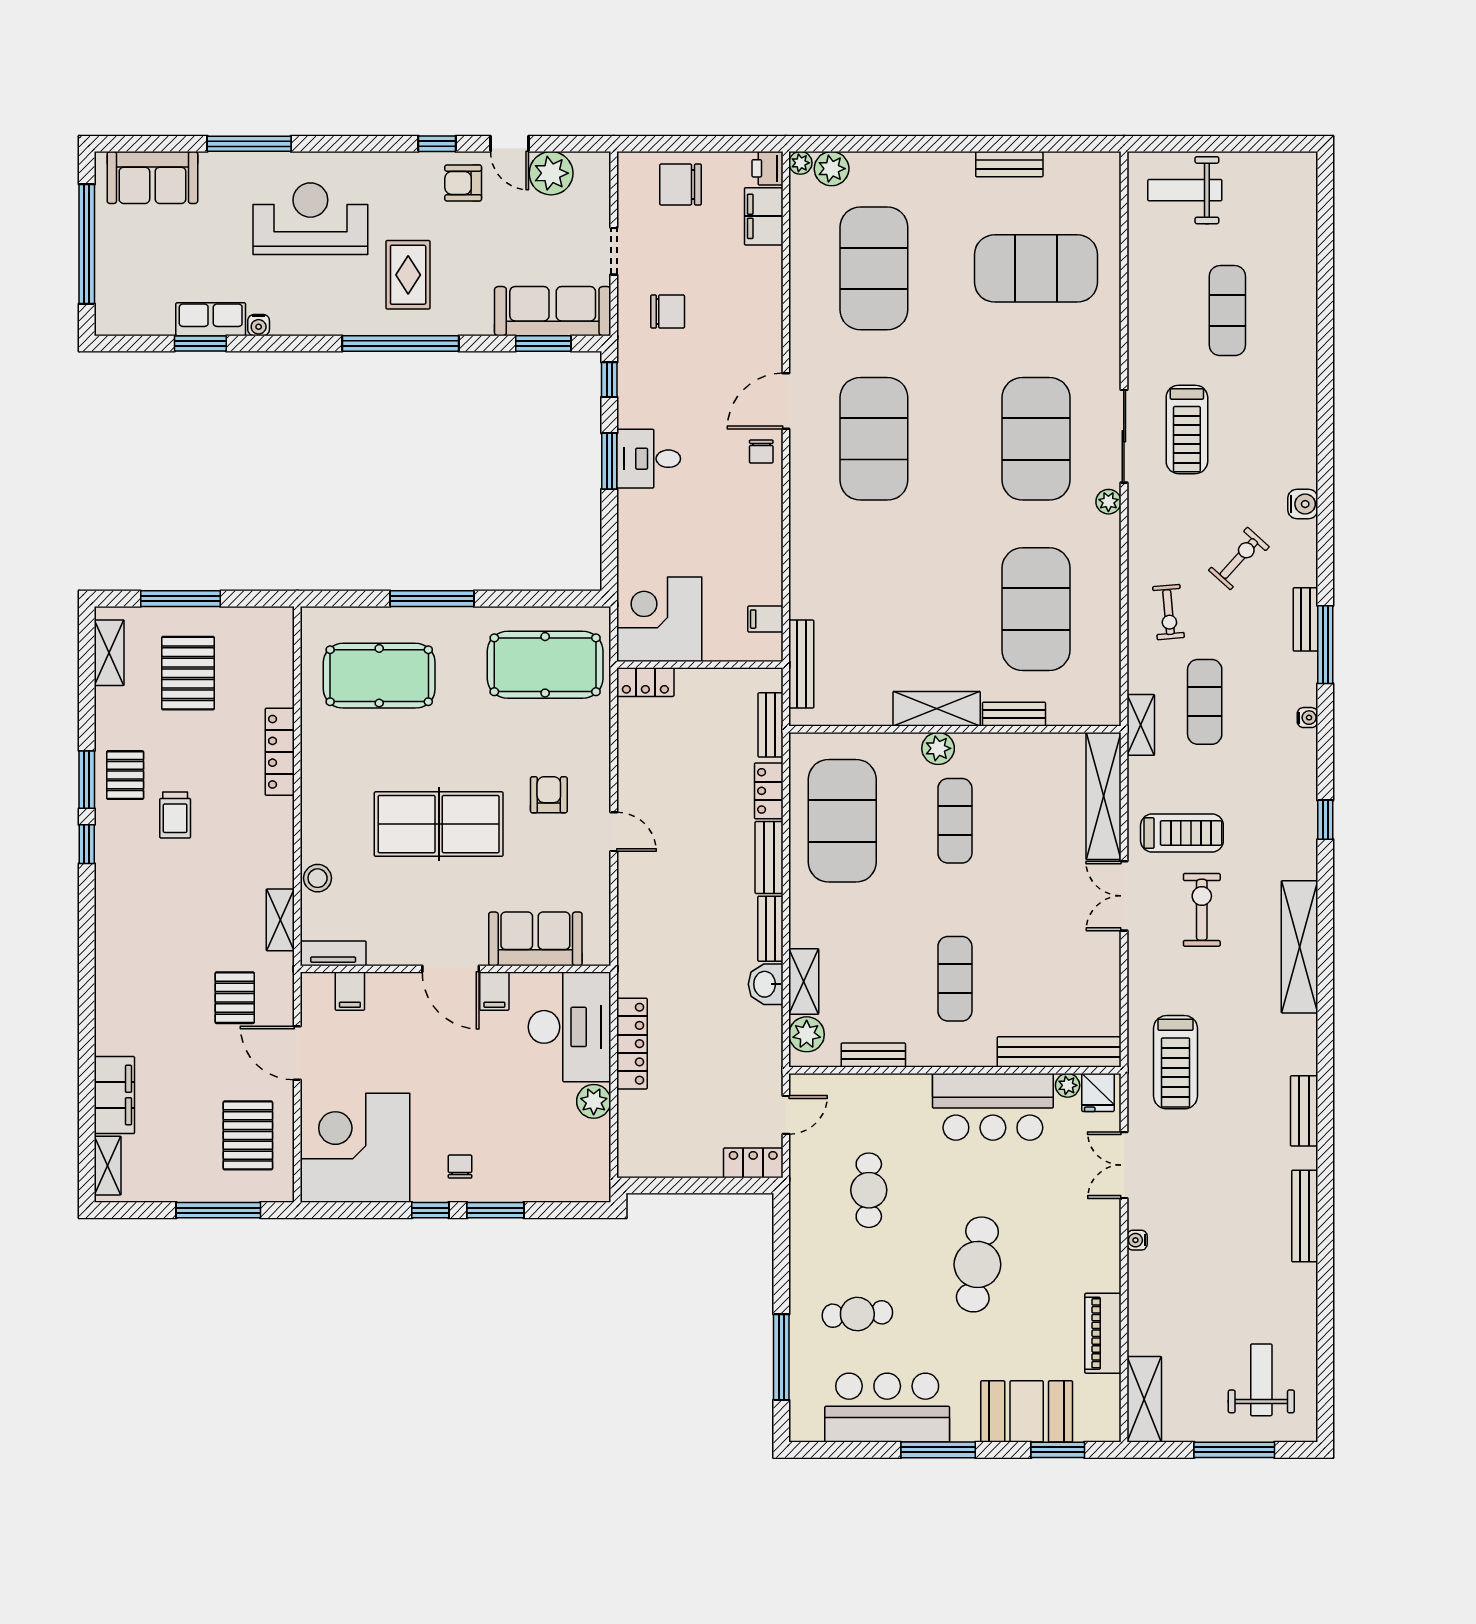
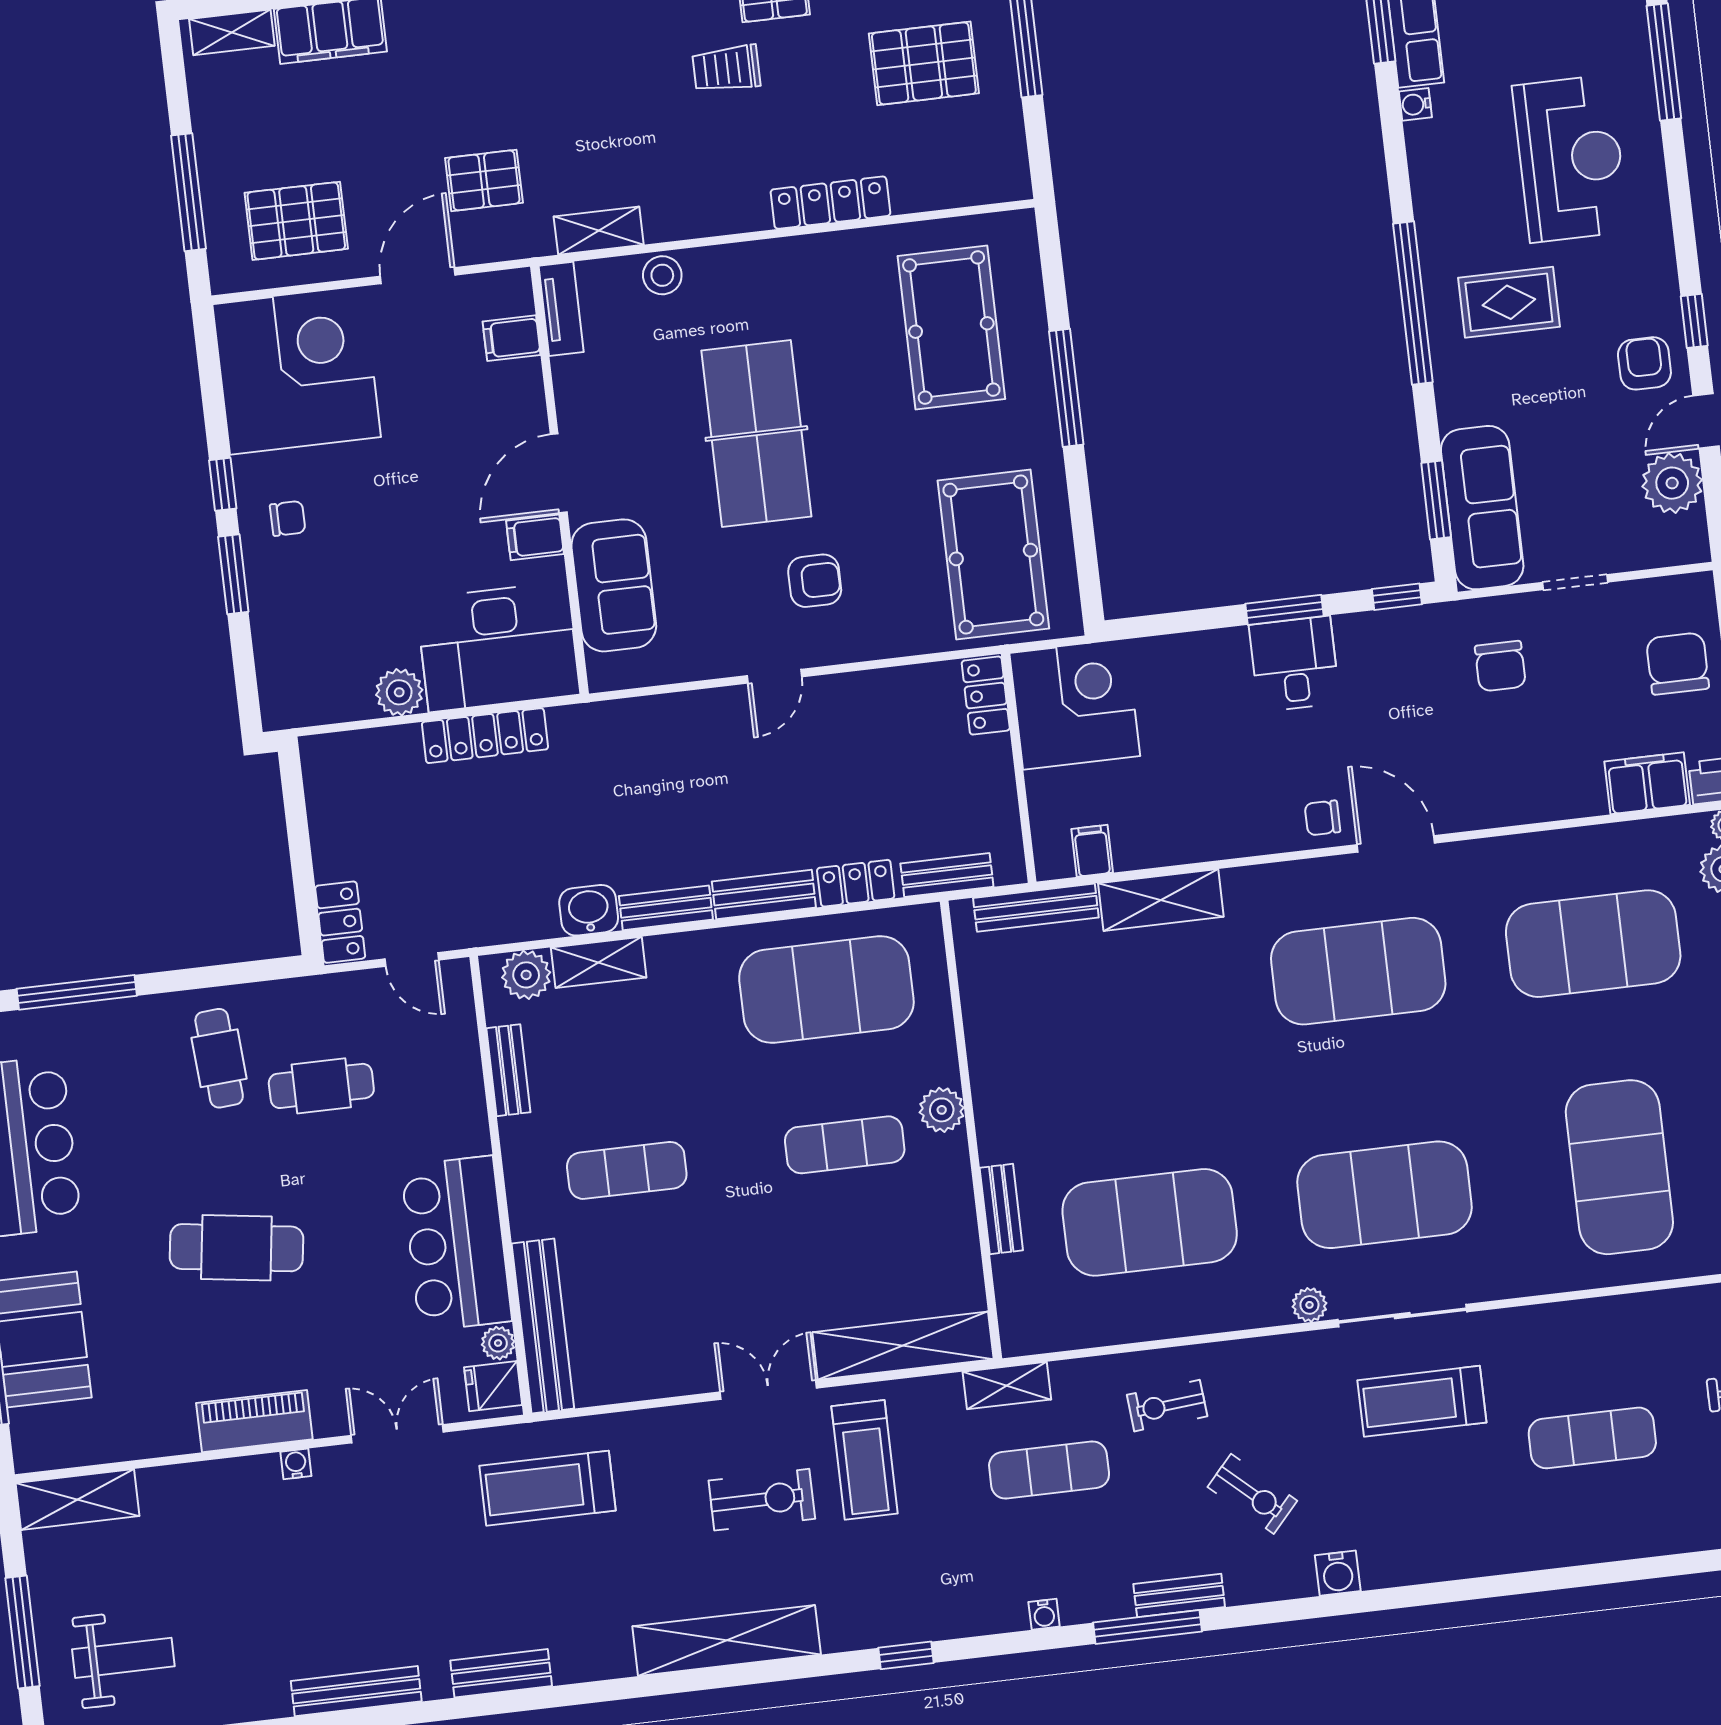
shelving: (937, 709) -> (1161, 900), moved, turned 90
cafe table: (857, 1314) -> (219, 1058), moved
piano: (1103, 1333) -> (254, 1421), moved

